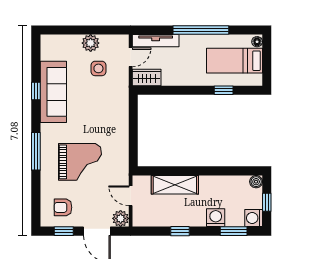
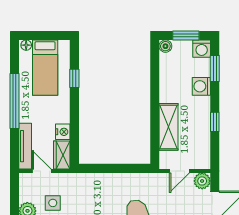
nightstand: (170, 78) -> (63, 132), added
window: (267, 202) -> (186, 35), width x1.50

